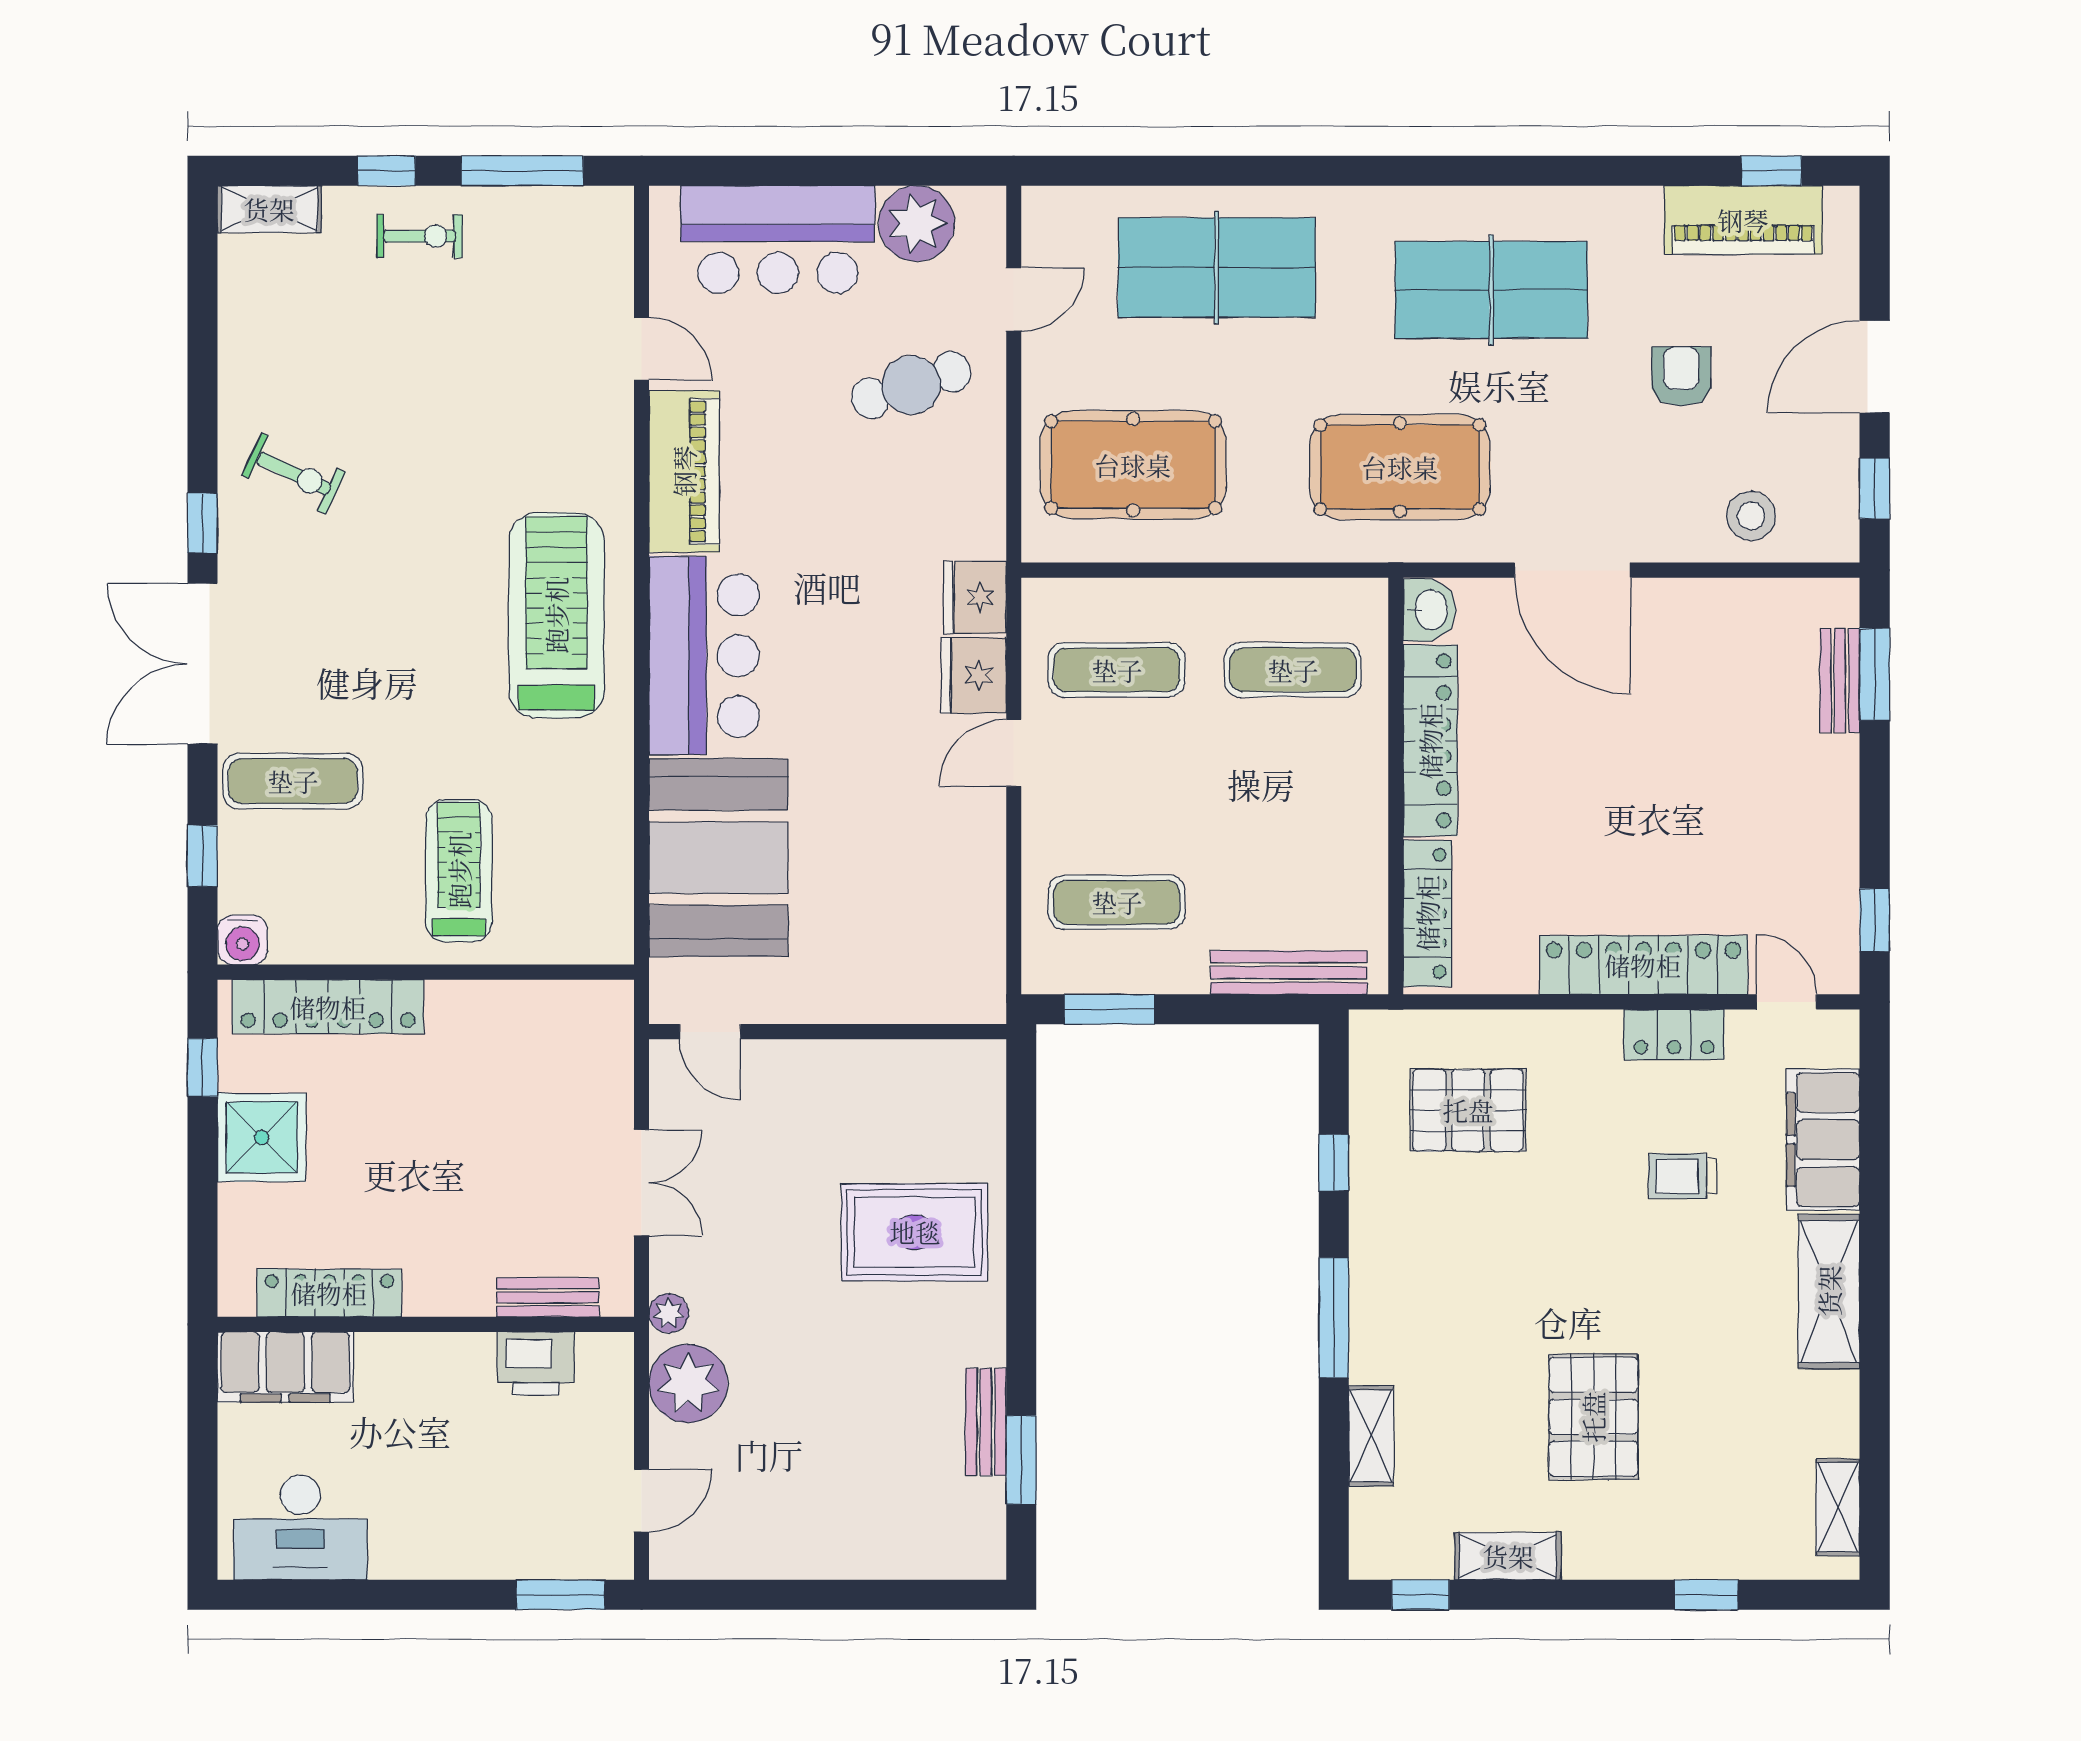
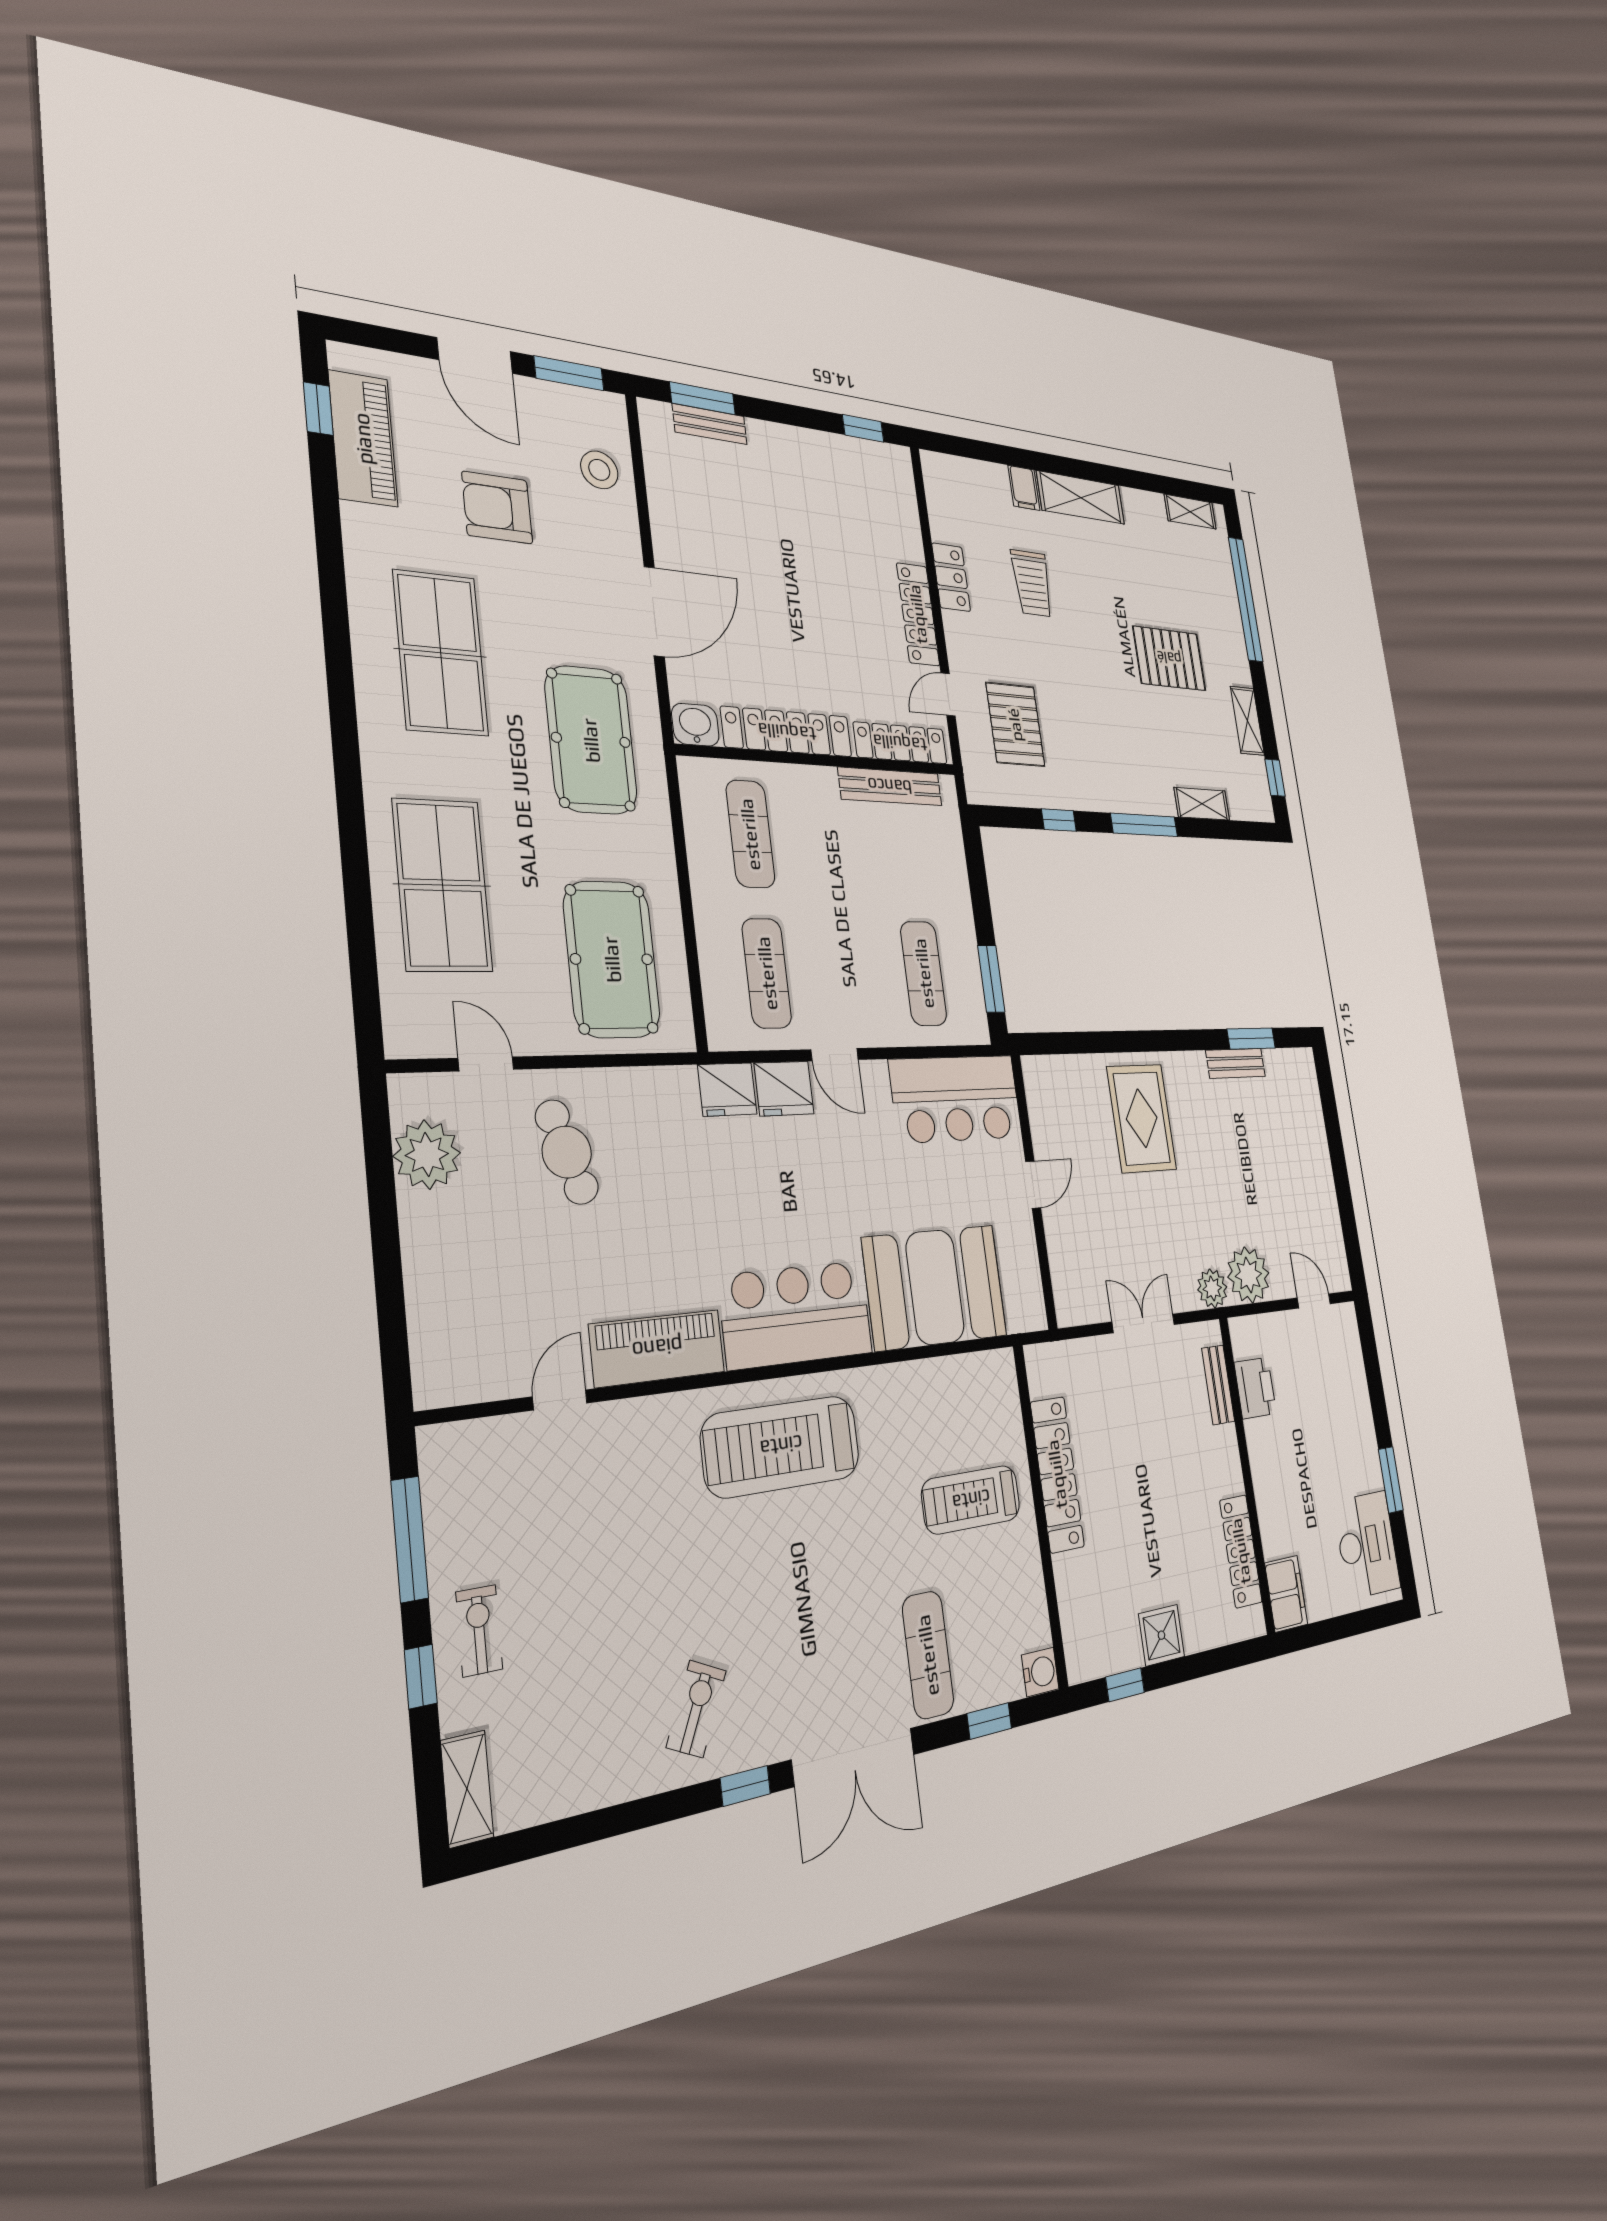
bar counter: (778, 239) -> (956, 1099), moved, turned 90
armchair: (1681, 377) -> (497, 508), width x1.38, depth x1.38
window: (1875, 488) -> (569, 373), width x1.50
locker: (1643, 965) -> (918, 614), width x0.71, depth x0.83
bench: (1289, 972) -> (890, 786), moved, turned 90
door: (1786, 1002) -> (948, 694), moved
locker: (328, 1007) -> (1057, 1474), moved
door: (710, 1032) -> (1033, 1185), moved
shower: (262, 1137) -> (1161, 1635), width x0.73, depth x0.73
filing cabinet: (1823, 1140) -> (1024, 488), width x0.33, depth x0.86
trolley: (1682, 1176) -> (1032, 583), width x1.36, depth x1.39
plant: (669, 1313) -> (1212, 1288), width x1.38, depth x1.38
filing cabinet: (285, 1367) -> (1286, 1594), width x0.67, depth x0.86
window: (561, 1595) -> (1391, 1480), moved
window: (1706, 1595) -> (1246, 599), width x3.17

